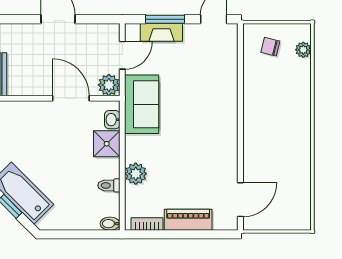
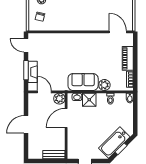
sofa: (142, 104) -> (83, 82), moved

